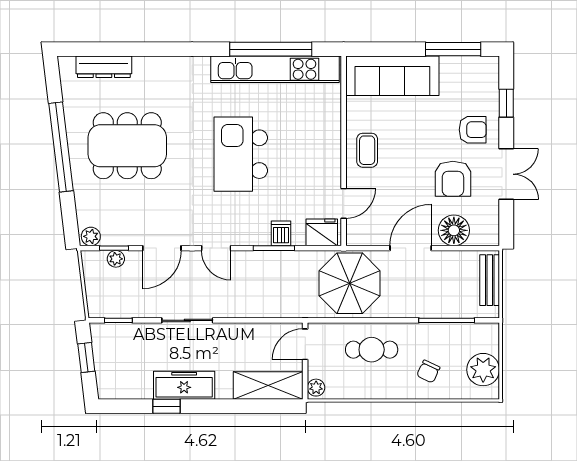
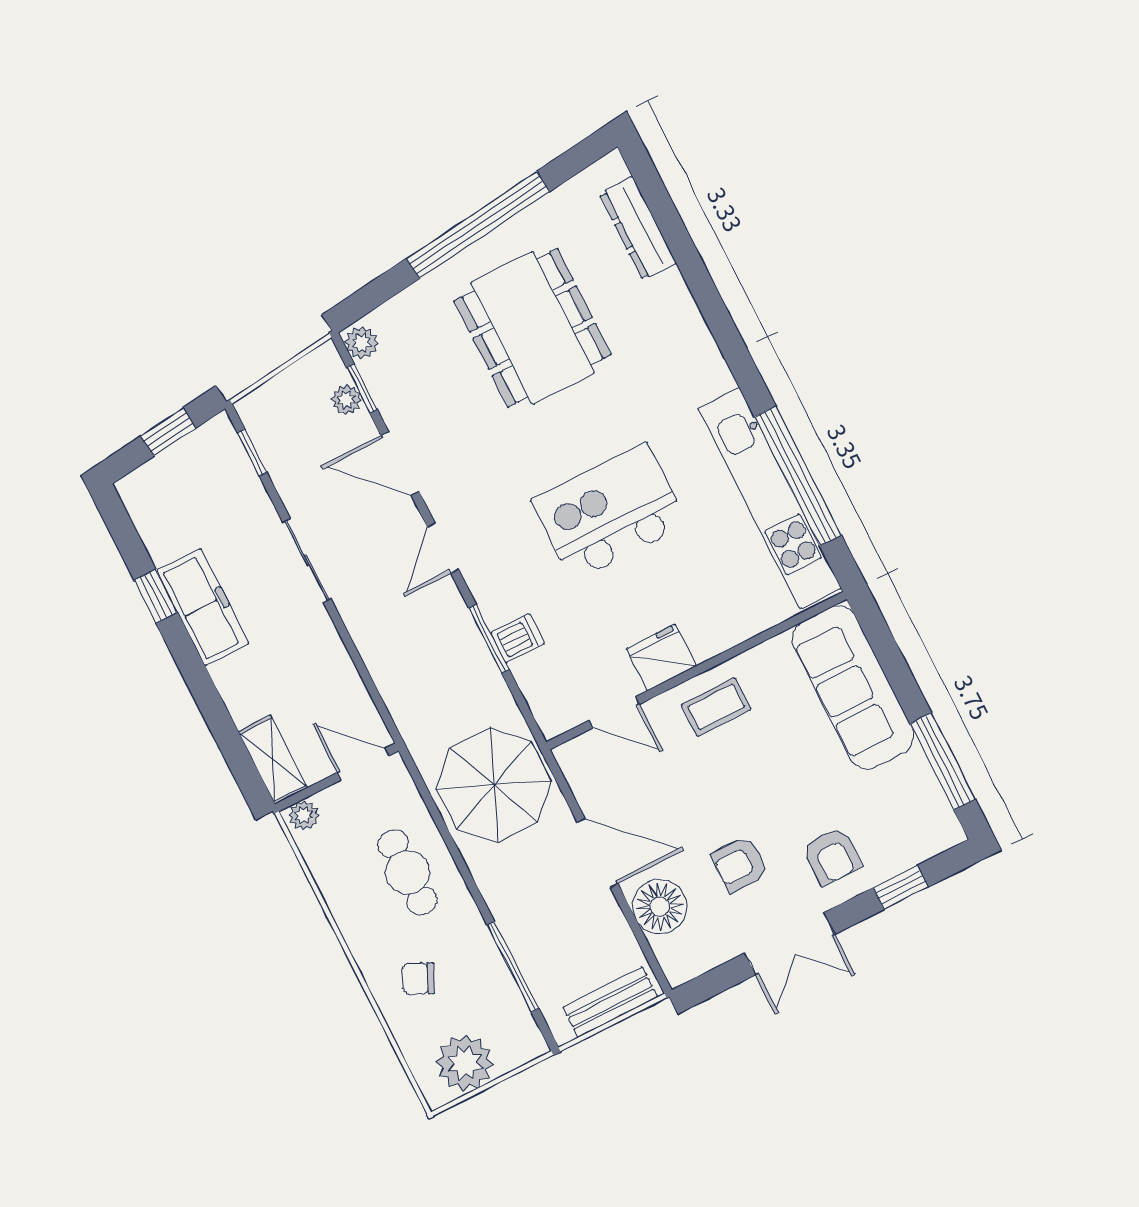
armchair: (453, 179) -> (740, 864), width x0.72, depth x0.72
fridge: (322, 232) -> (661, 657), moved, turned -90
shelving: (268, 386) -> (273, 760), width x0.67, depth x0.75

